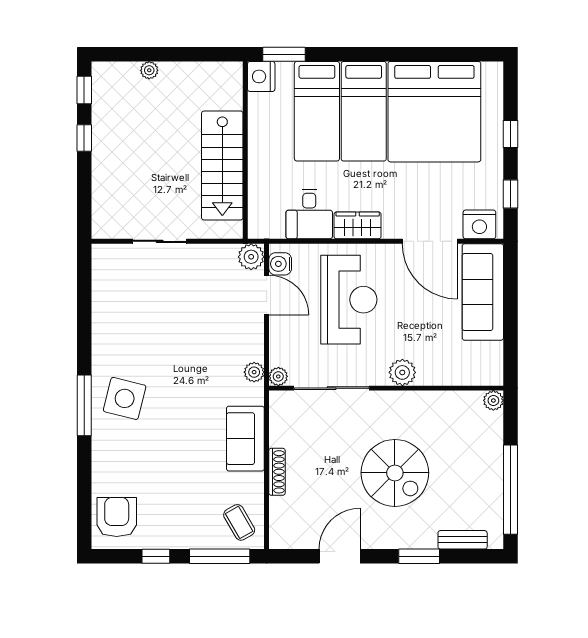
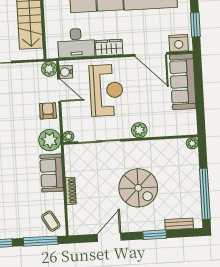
window: (510, 194) -> (195, 25), width x1.50
desk: (309, 214) -> (76, 43), width x1.37
armchair: (245, 330) -> (48, 111), added
plant: (254, 372) -> (50, 140), width x1.88, depth x1.88

